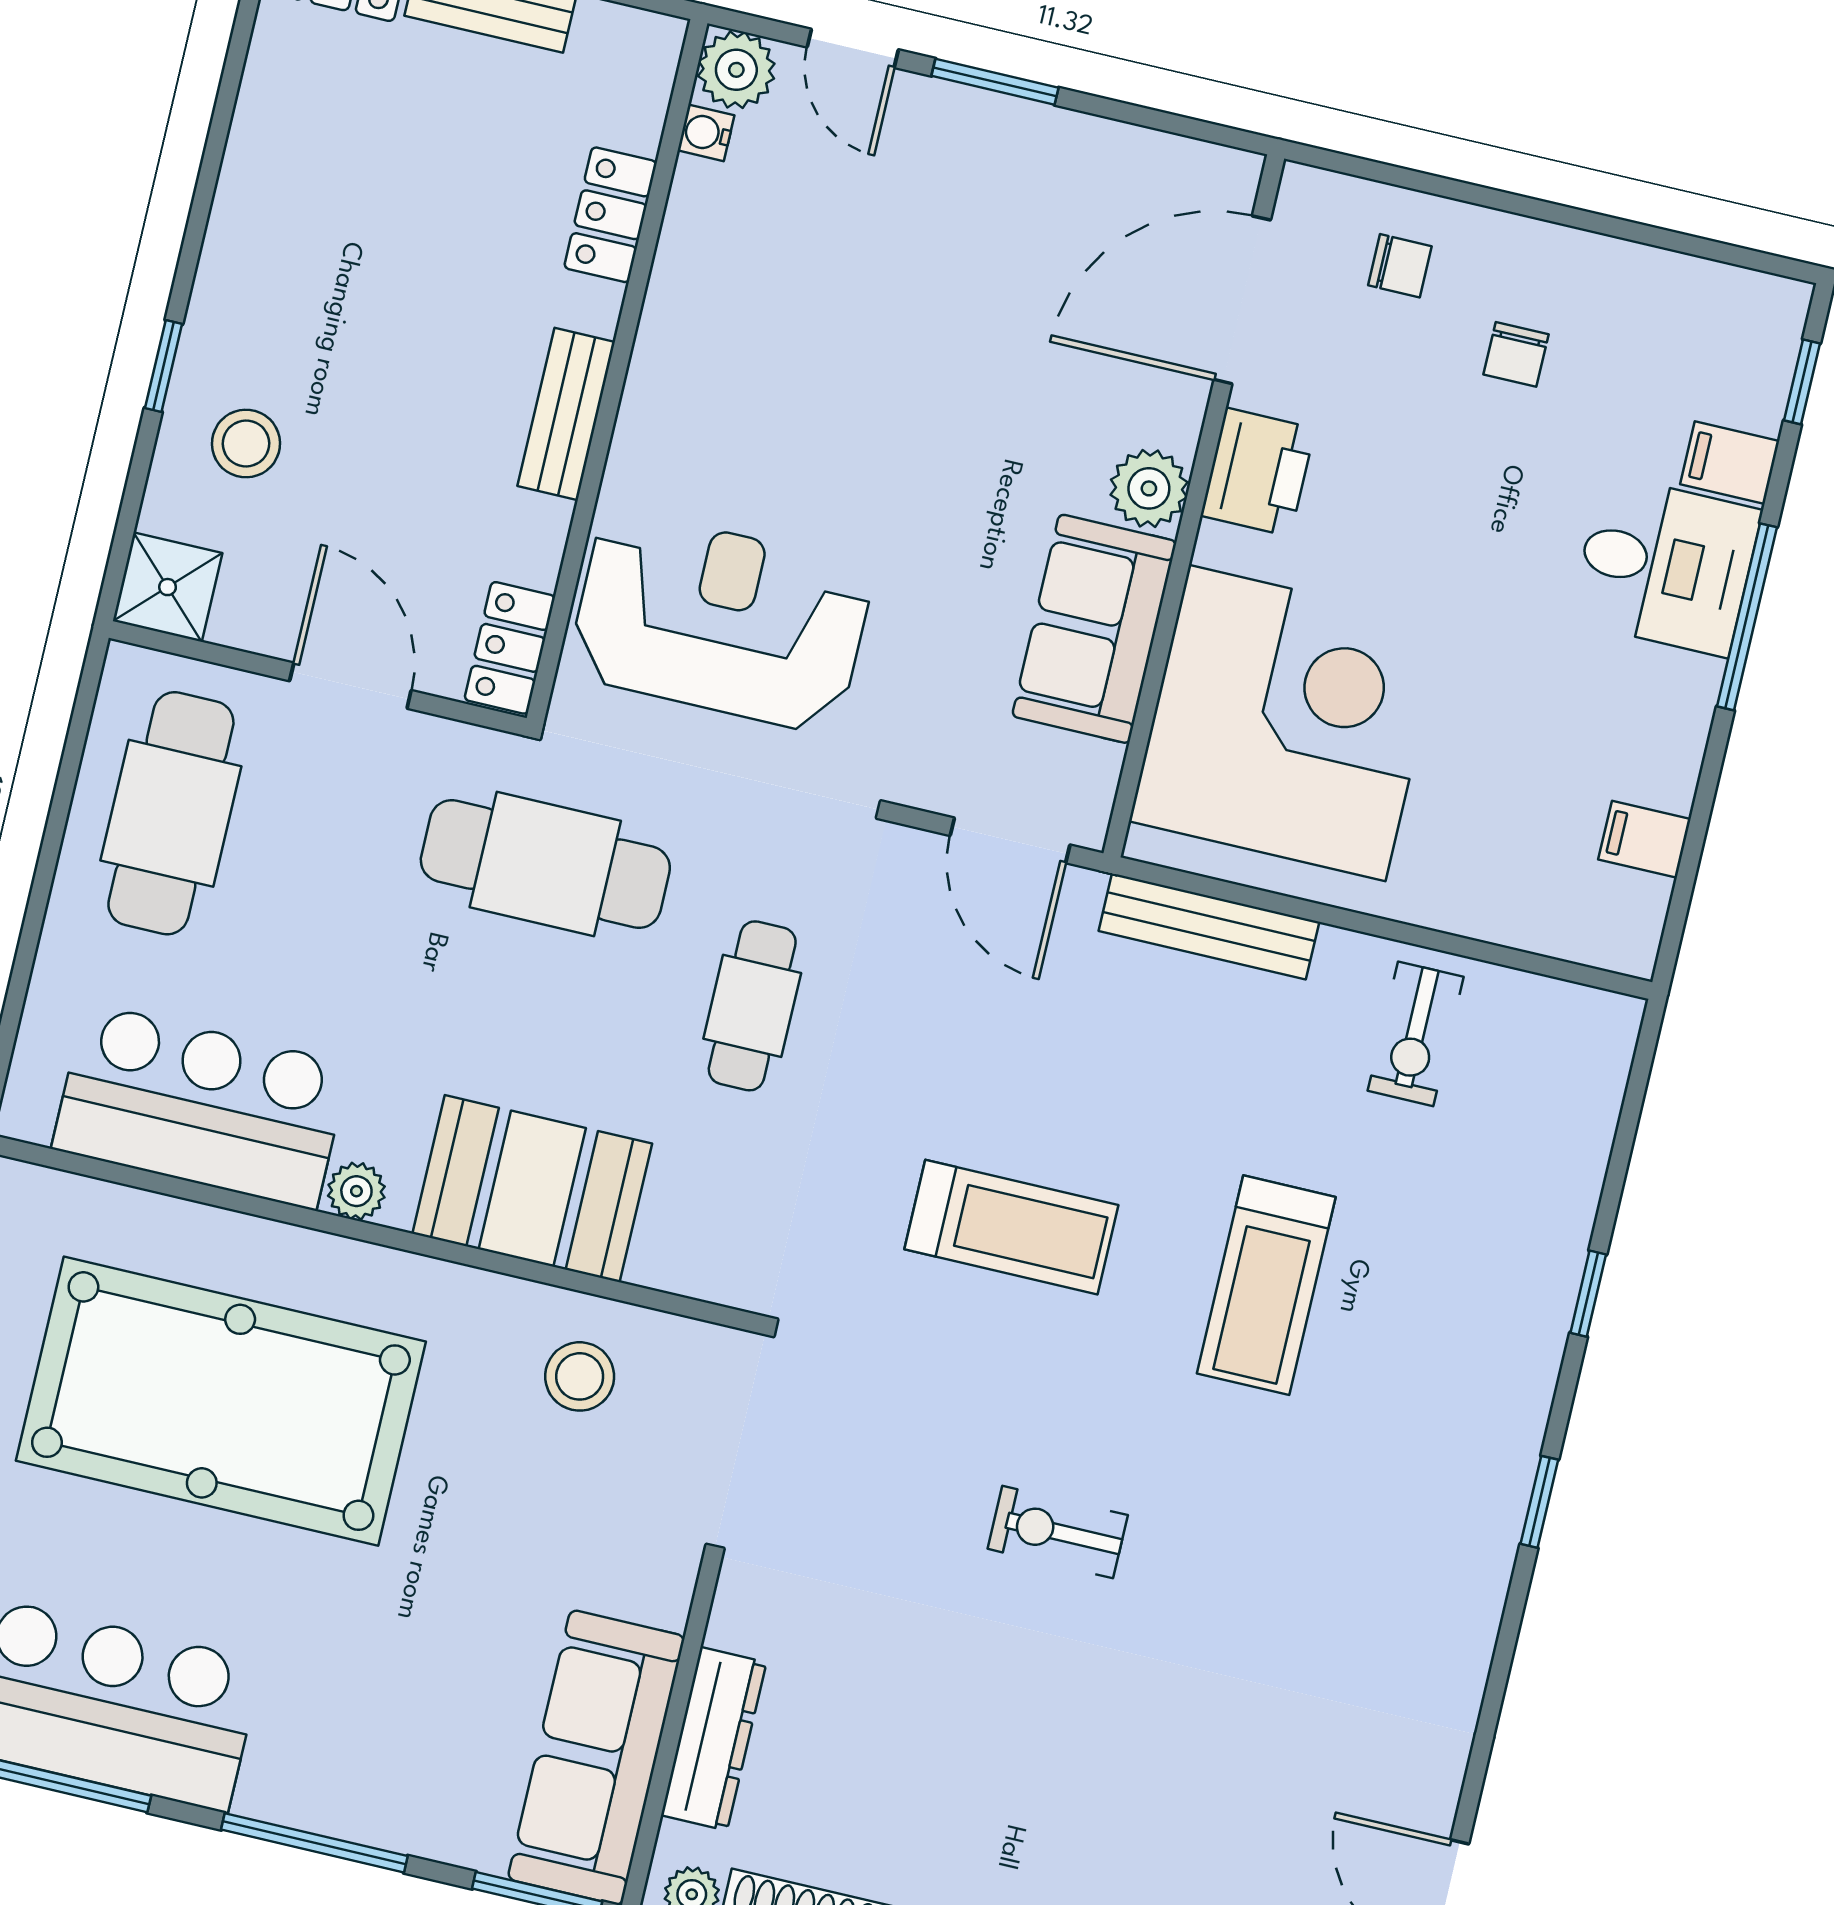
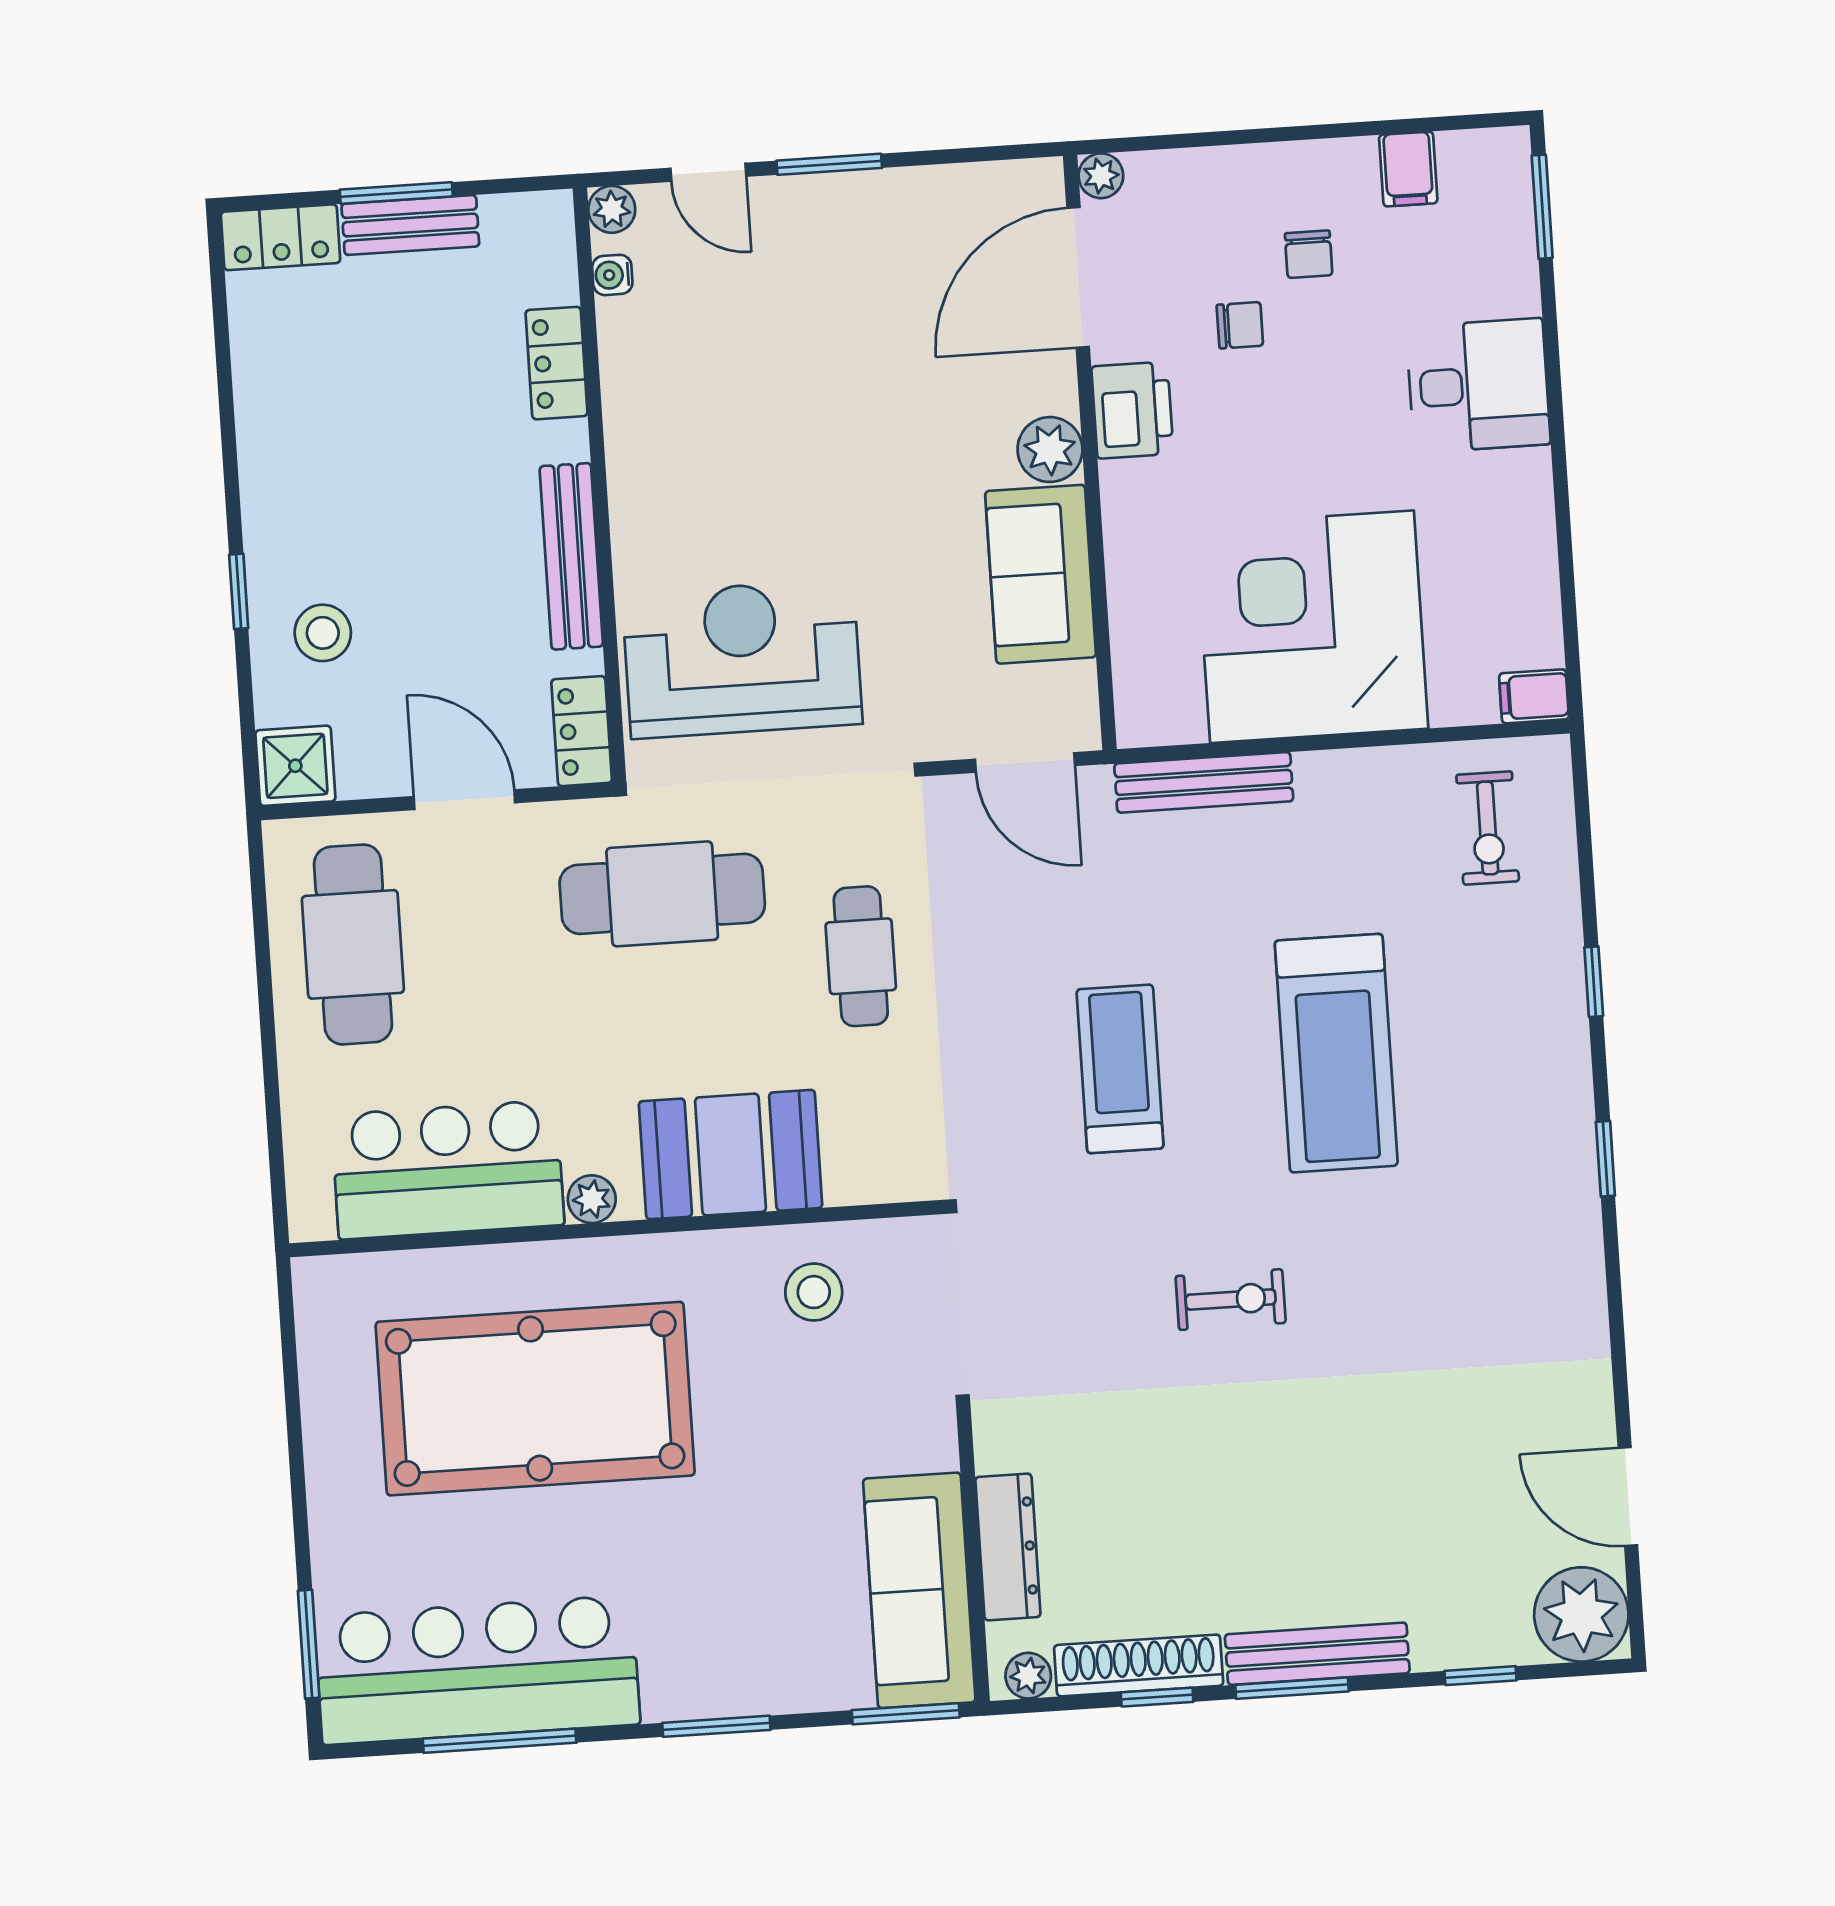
plant: (736, 70) -> (612, 209), width x0.73, depth x0.73
plant: (1304, 191) -> (1101, 176), added
chair: (1400, 266) -> (1240, 325), moved
window: (1802, 382) -> (1542, 207), width x1.50
bench: (566, 414) -> (571, 556), width x1.36
filing cabinet: (1730, 463) -> (1408, 169), moved, turned -90
window: (1747, 617) -> (1555, 406), removed
corner desk: (1287, 723) -> (1312, 627), moved, turned -90
filing cabinet: (1644, 839) -> (1534, 696), moved
exercise bike: (1416, 1034) -> (1488, 828), moved
treadmill: (1011, 1227) -> (1120, 1069), turned -90
treadmill: (1266, 1285) -> (1336, 1053), width x1.37, depth x1.38
exercise bike: (1058, 1532) -> (1231, 1300), turned 180
window: (314, 1843) -> (716, 1726), width x0.69

